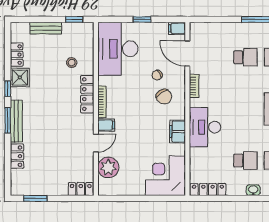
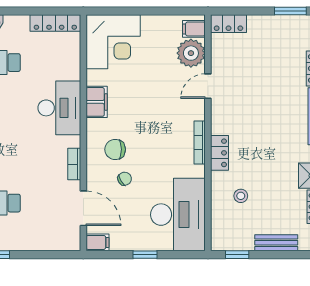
locker: (87, 94) -> (220, 153), width x0.66
chair: (164, 97) -> (115, 149), turned -57
filing cabinet: (106, 125) -> (194, 29), moved

